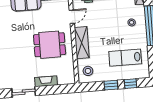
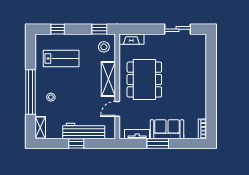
dining table: (50, 45) -> (144, 80), width x1.38
fireplace: (46, 81) -> (131, 39), moved
window: (111, 85) -> (99, 29), moved

